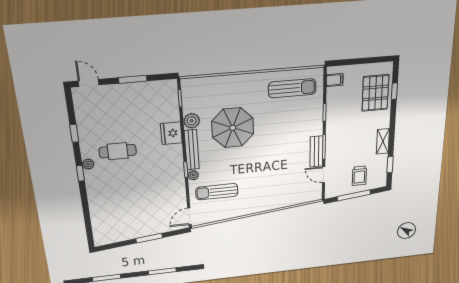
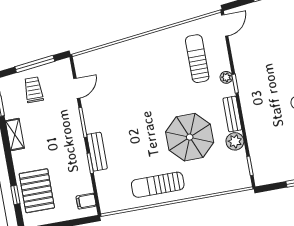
sun lounger: (292, 88) -> (158, 185), moved
fridge: (171, 133) -> (255, 126), removed
bench: (192, 150) -> (232, 114), width x0.73
bench: (316, 151) -> (97, 152), moved
door: (324, 175) -> (77, 88), hinge flipped
sun lounger: (217, 192) -> (197, 59), turned -90

